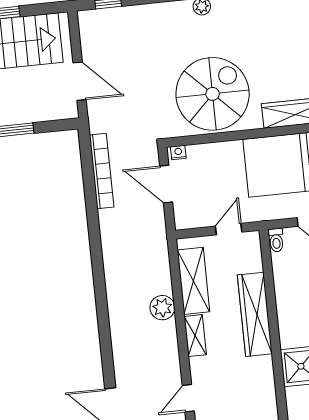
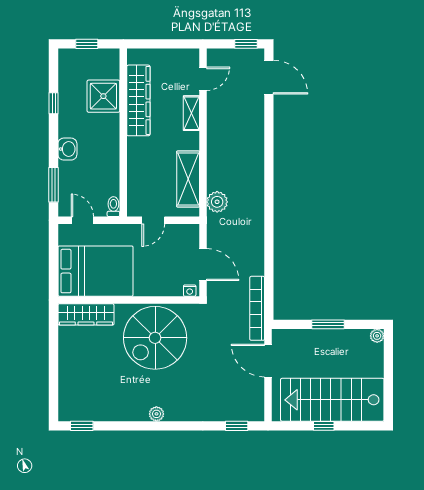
bookcase: (102, 171) -> (257, 308), moved
plant: (162, 308) -> (217, 202), moved
wardrobe: (255, 314) -> (138, 100), moved
shelving: (195, 336) -> (191, 113), moved

